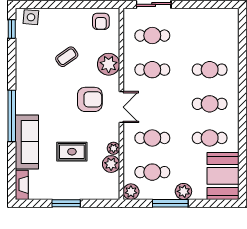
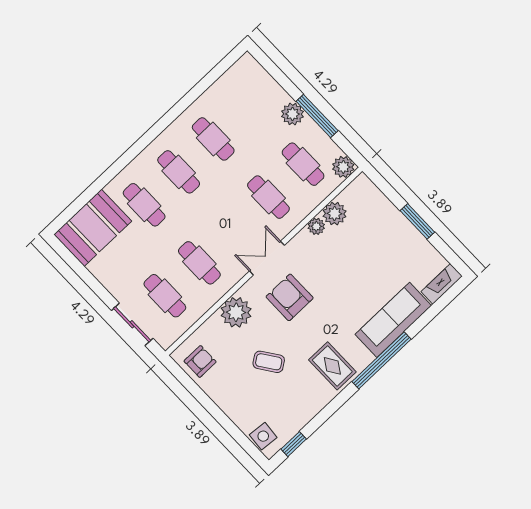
rug: (72, 152) -> (332, 366), moved
booth: (223, 176) -> (93, 228), moved

